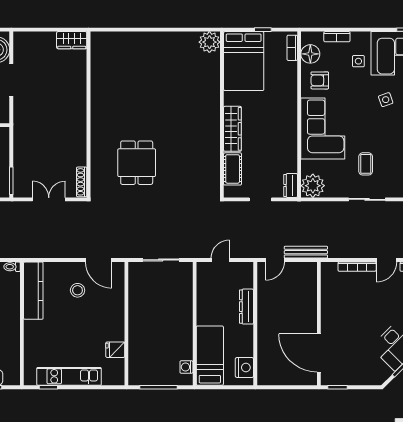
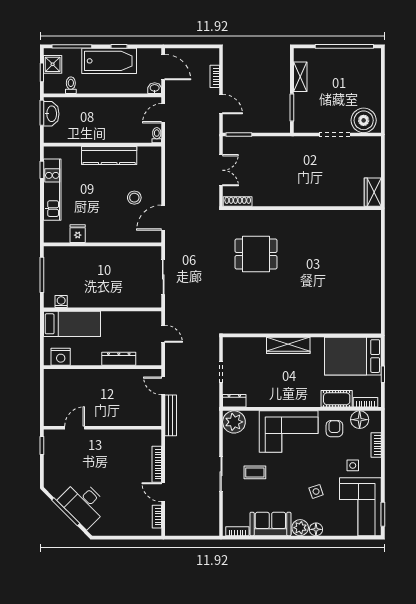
plant: (209, 42) -> (371, 323), removed
cot: (233, 169) -> (337, 399), moved
kitchen counter: (33, 291) -> (109, 155), moved
door: (319, 353) -> (75, 428), width x0.53

